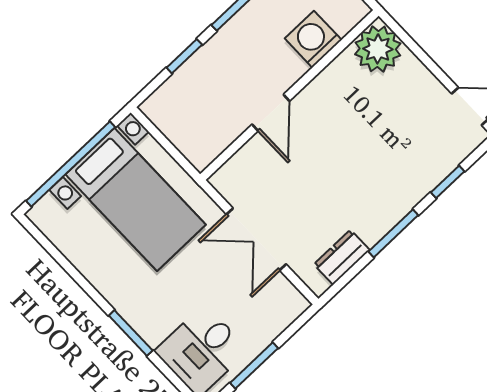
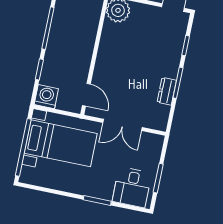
washing machine: (313, 39) -> (46, 97), moved, turned 90
door: (271, 113) -> (86, 95), moved
dresser: (342, 257) -> (167, 91), moved

